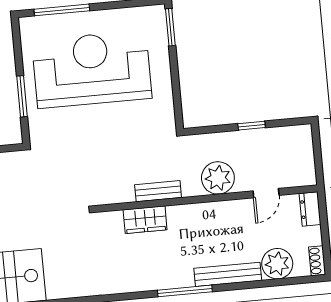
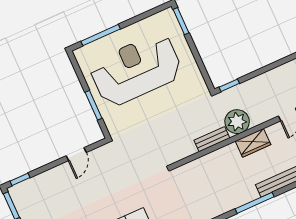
window: (252, 126) -> (229, 85), moved
plant: (218, 178) -> (237, 122), moved
wardrobe: (145, 220) -> (253, 143), moved

